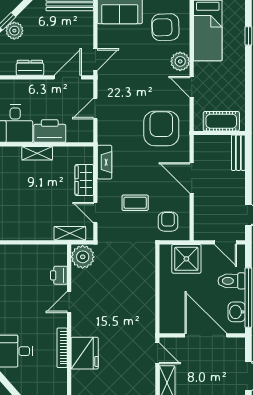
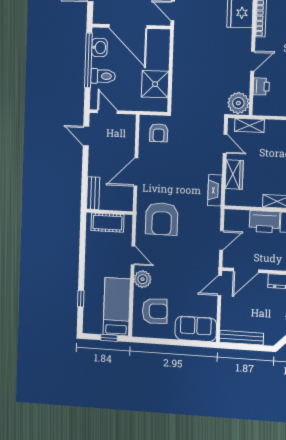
door: (192, 178) -> (136, 172), swing flipped
coffee table: (135, 203) -> (188, 151), removed
shower: (186, 259) -> (155, 84), moved

